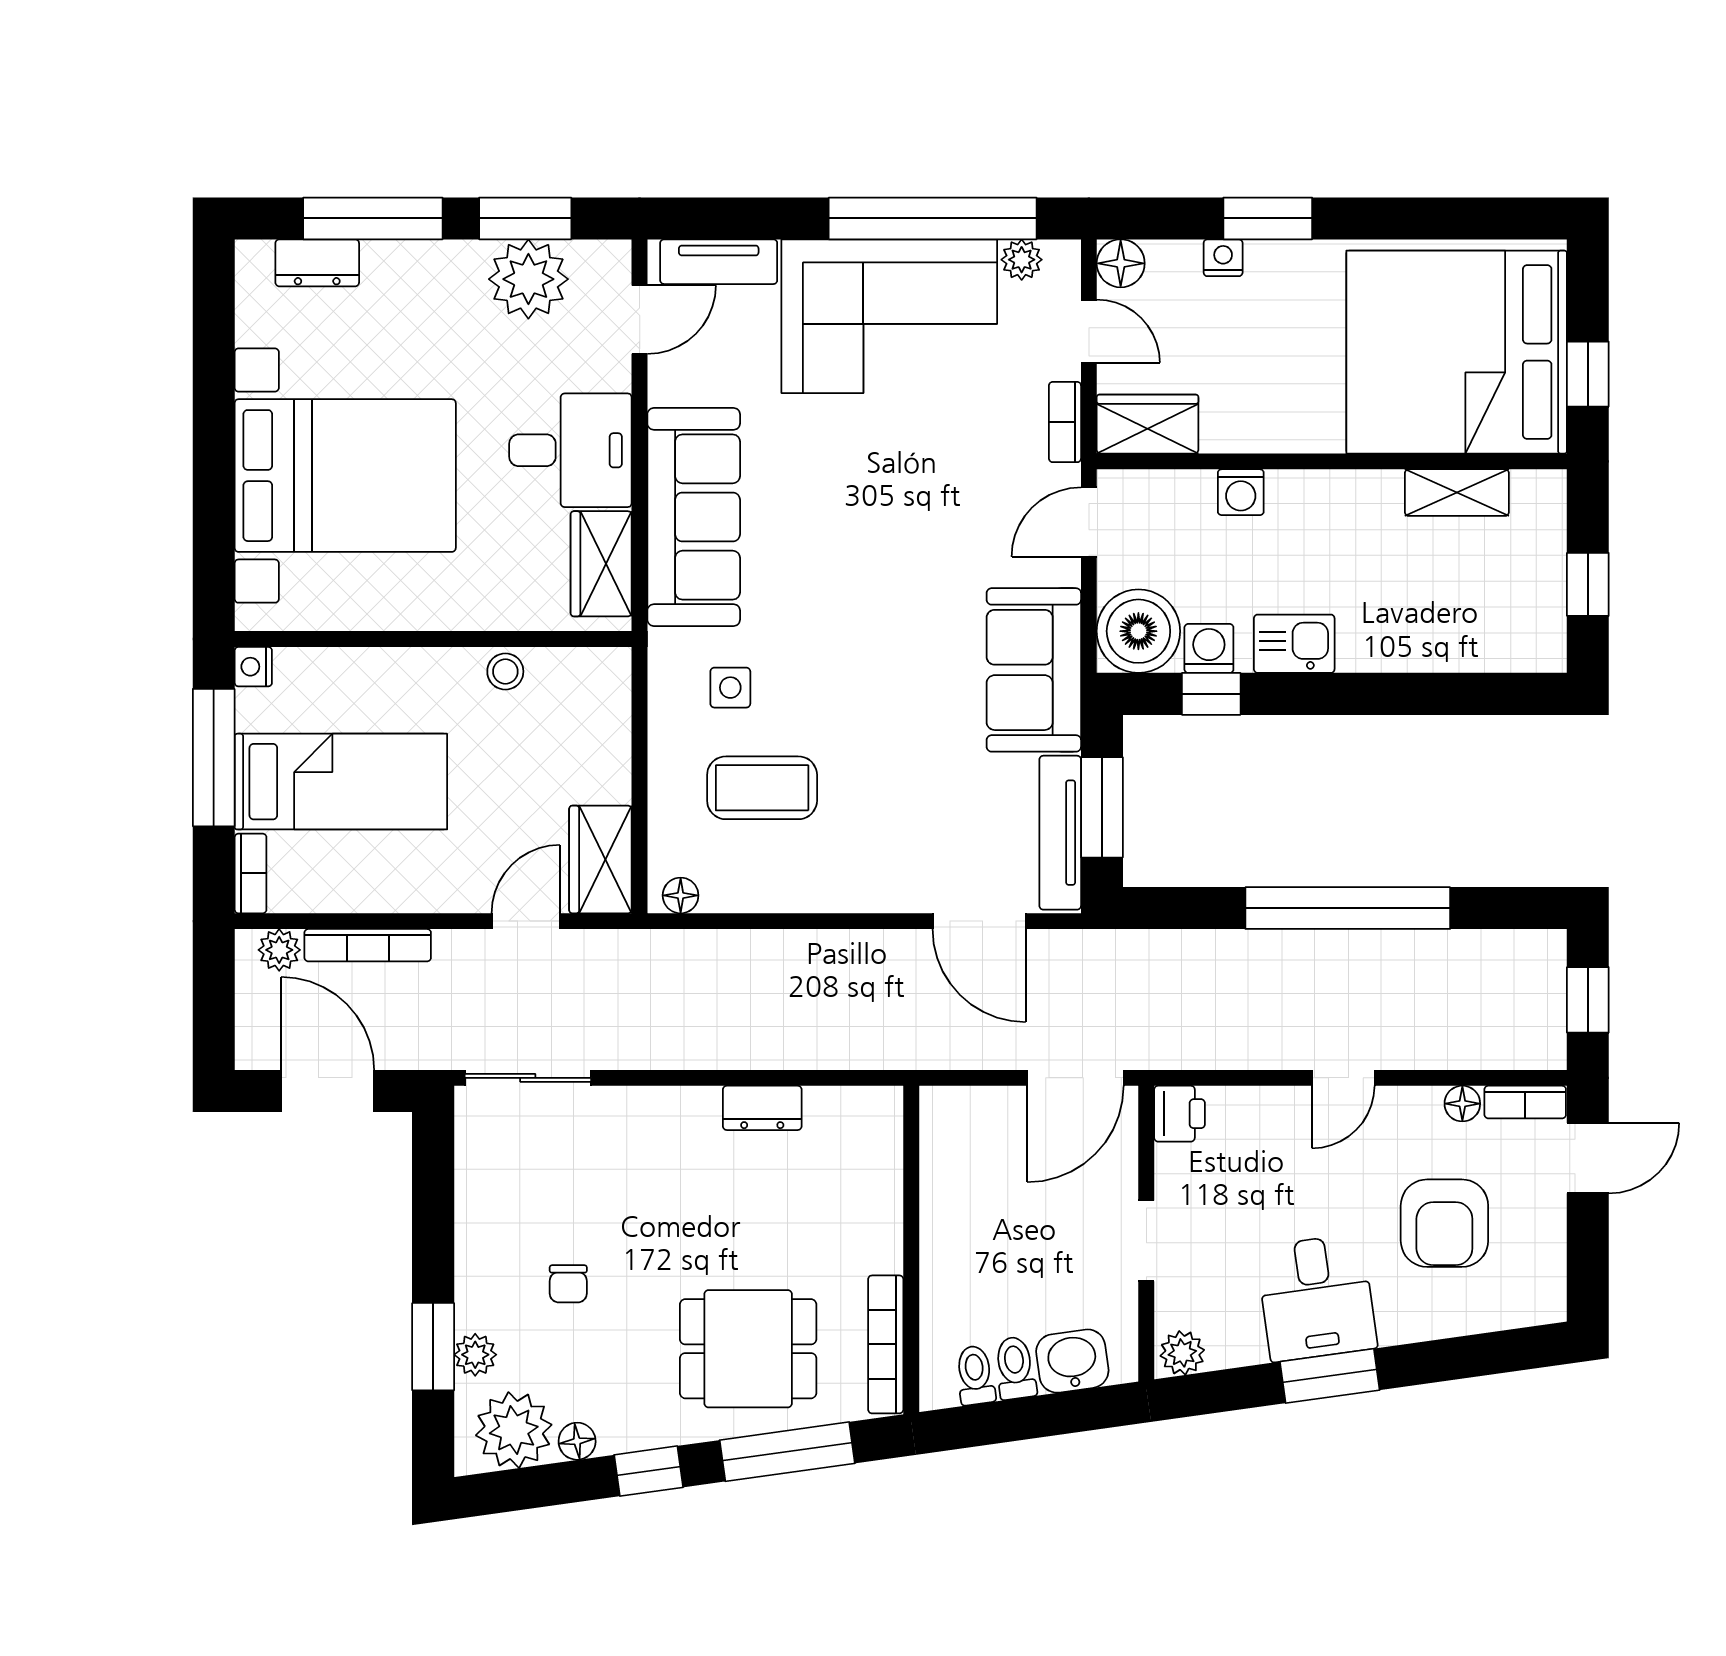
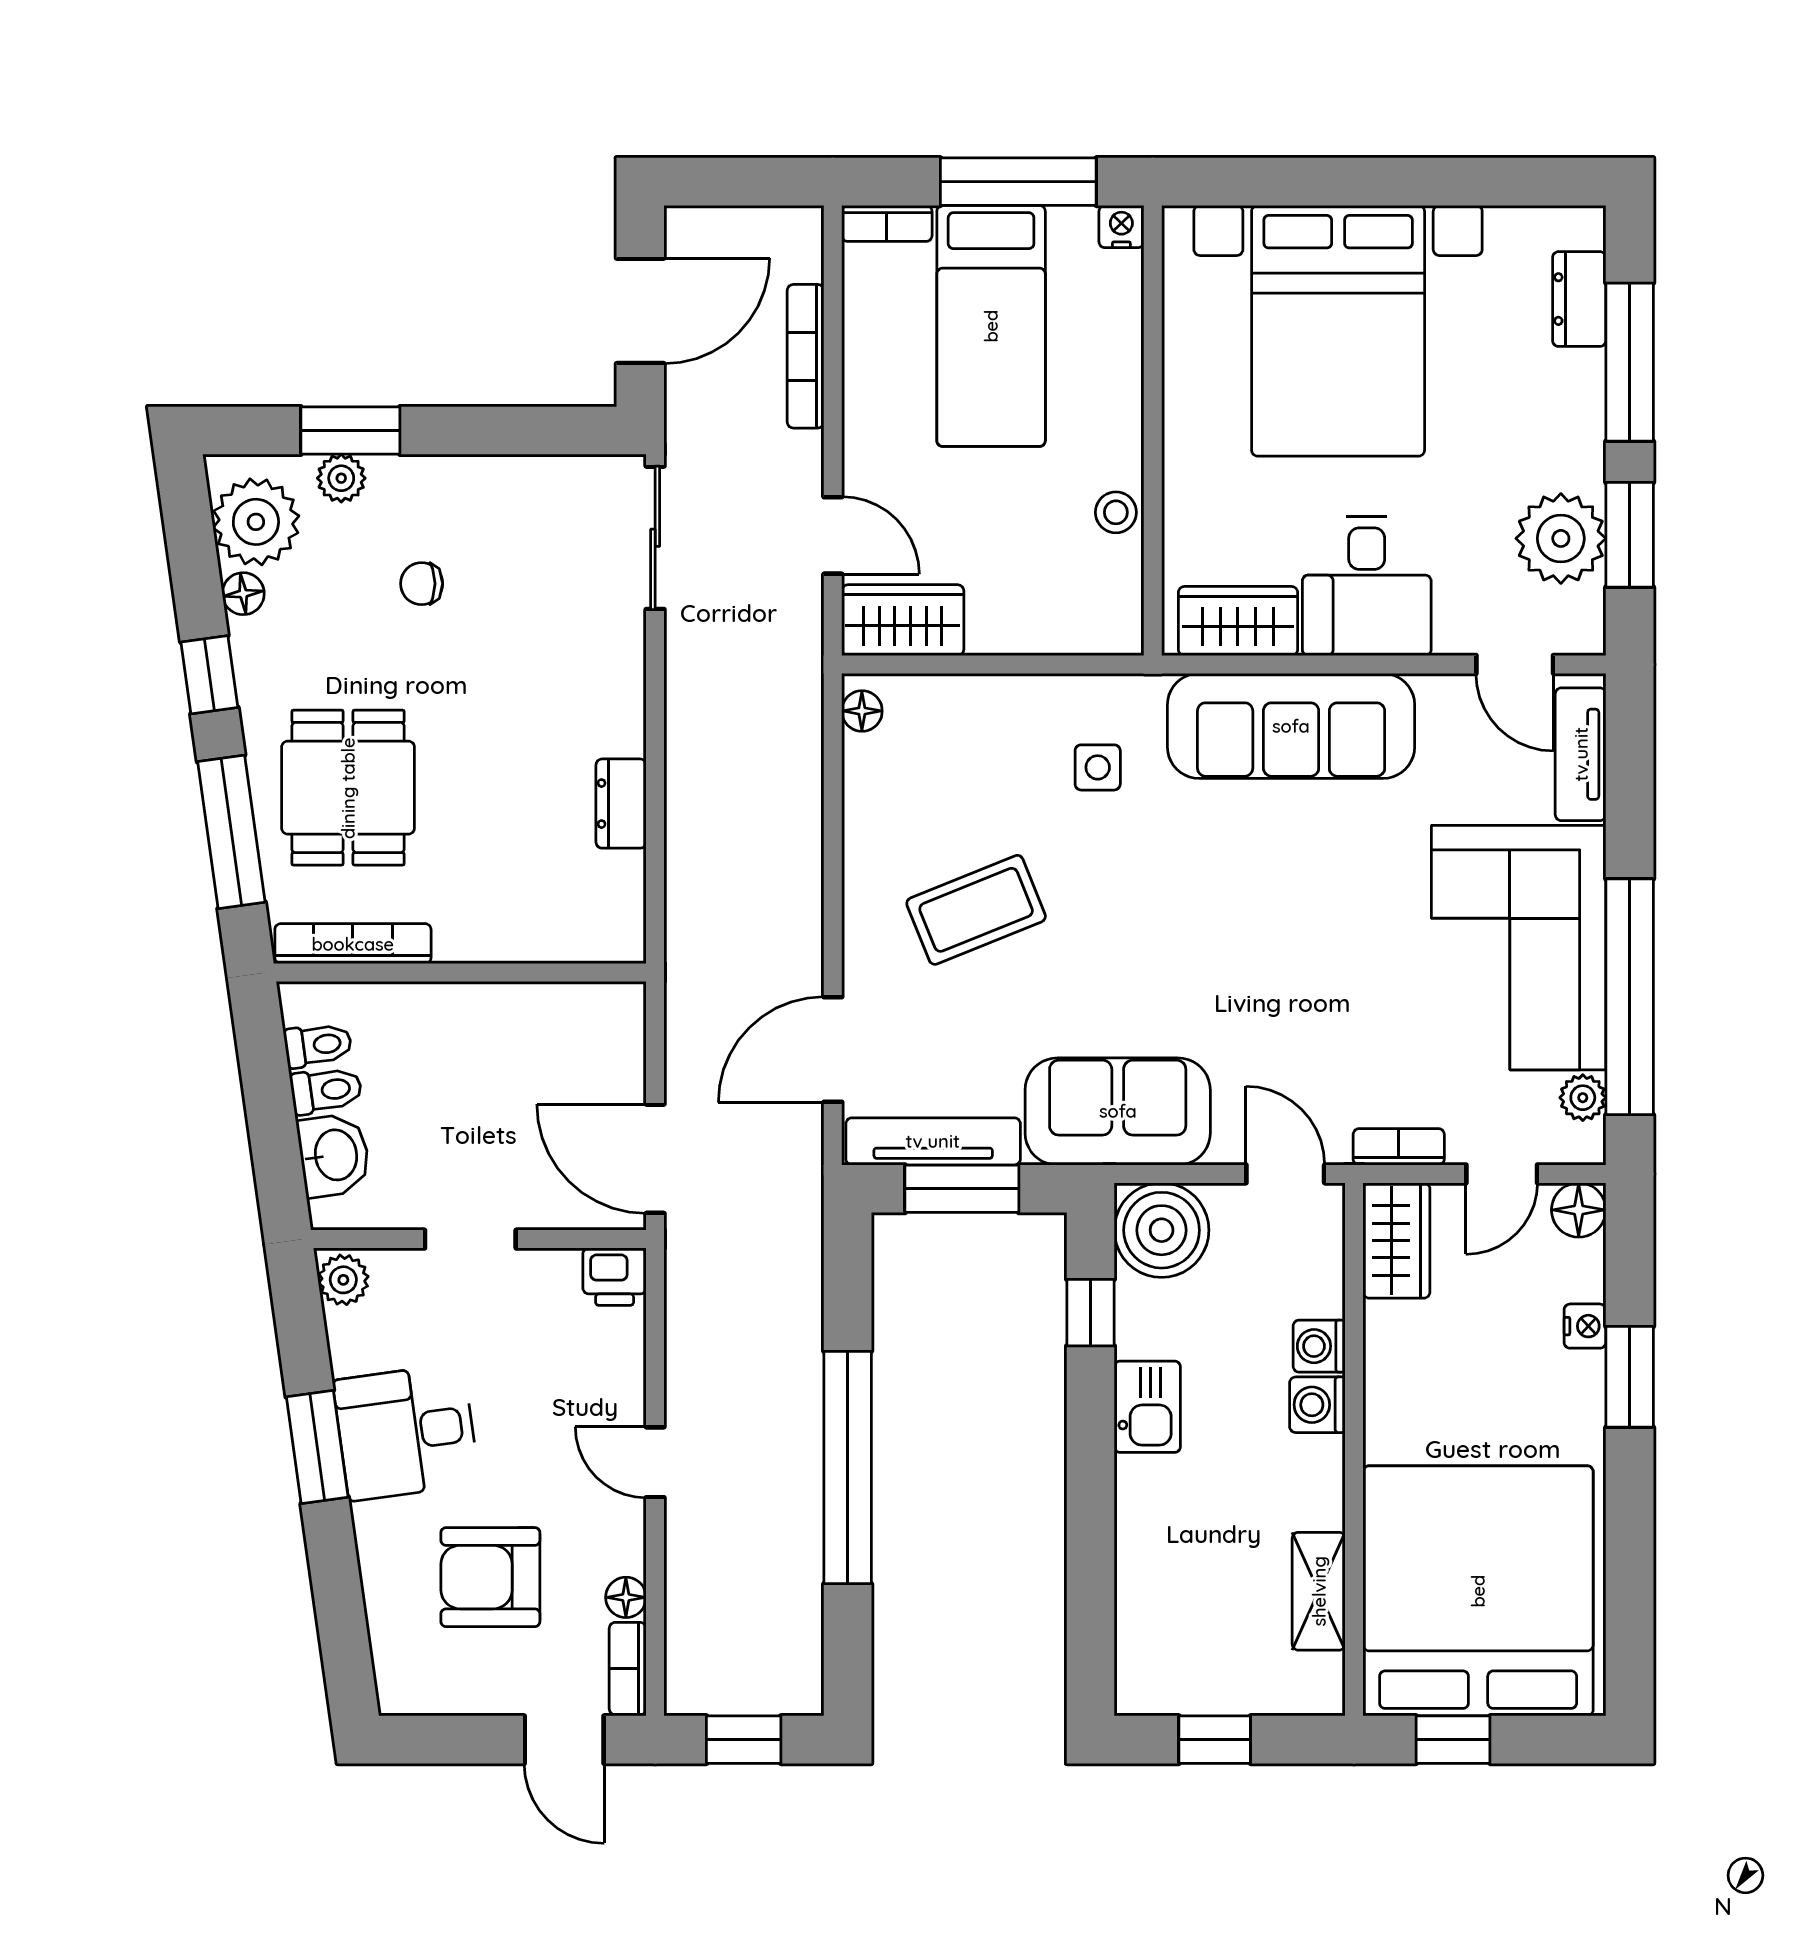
washing machine: (1209, 648) -> (1317, 1405), moved, turned 180
coffee table: (762, 788) -> (976, 910), moved, turned 68
plant: (279, 950) -> (800, 256), removed

